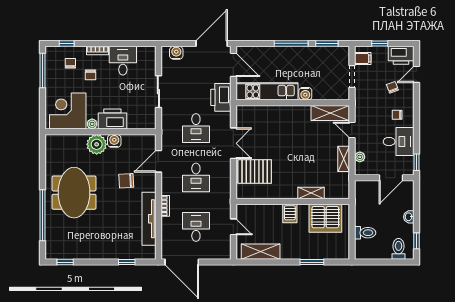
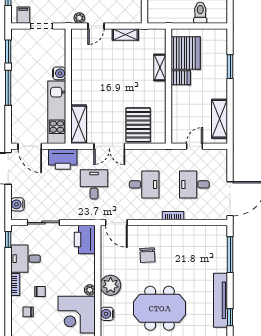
window: (67, 43) -> (8, 239), moved
door: (233, 65) -> (30, 146), swing flipped
sliding door: (158, 92) -> (43, 223), moved
shelving: (330, 113) -> (79, 124), moved
printer: (112, 119) -> (85, 240), moved
desk: (196, 128) -> (94, 184), turned -90
water cooler: (114, 141) -> (107, 314), moved
double door: (233, 143) -> (109, 146), swing flipped
plant: (360, 157) -> (79, 18), moved
door: (158, 161) -> (116, 223), moved
server rack: (290, 213) -> (181, 78), moved
tv unit: (149, 219) -> (220, 300), moved, turned 90
window: (127, 262) -> (230, 255), width x2.17

